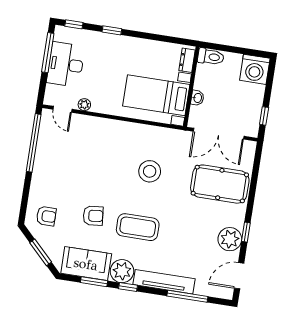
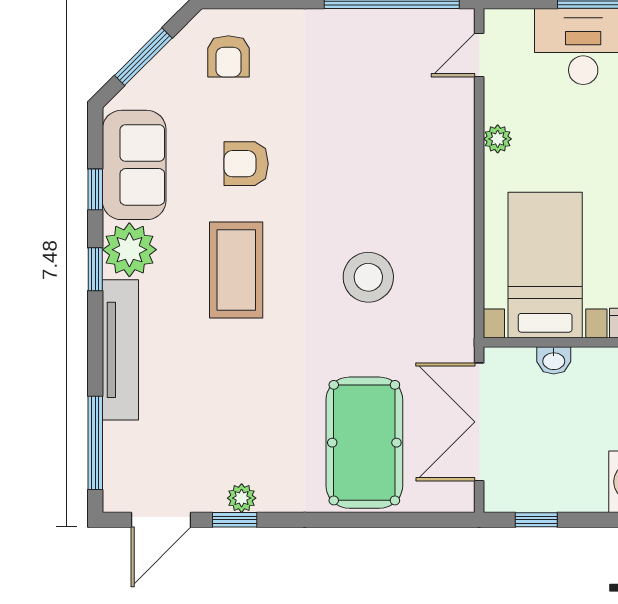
plant: (84, 105) -> (498, 139), moved
armchair: (93, 216) -> (246, 164), turned 96
window: (246, 232) -> (235, 520), moved
plant: (230, 239) -> (242, 498), width x0.53, depth x0.53
door: (239, 276) -> (161, 520), swing flipped
window: (94, 282) -> (95, 189), width x0.67
window: (187, 296) -> (95, 443), moved

